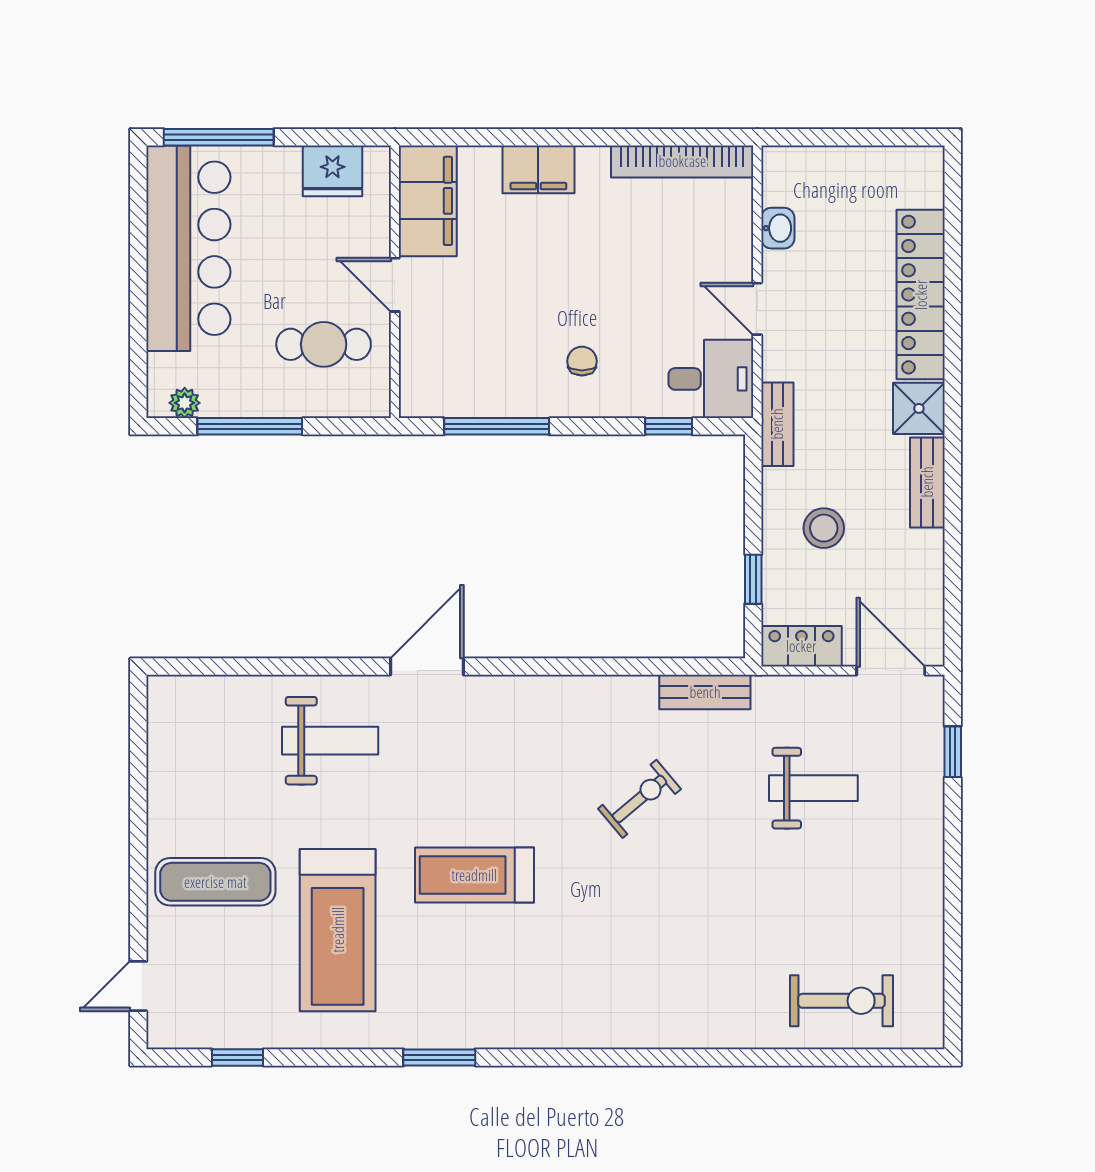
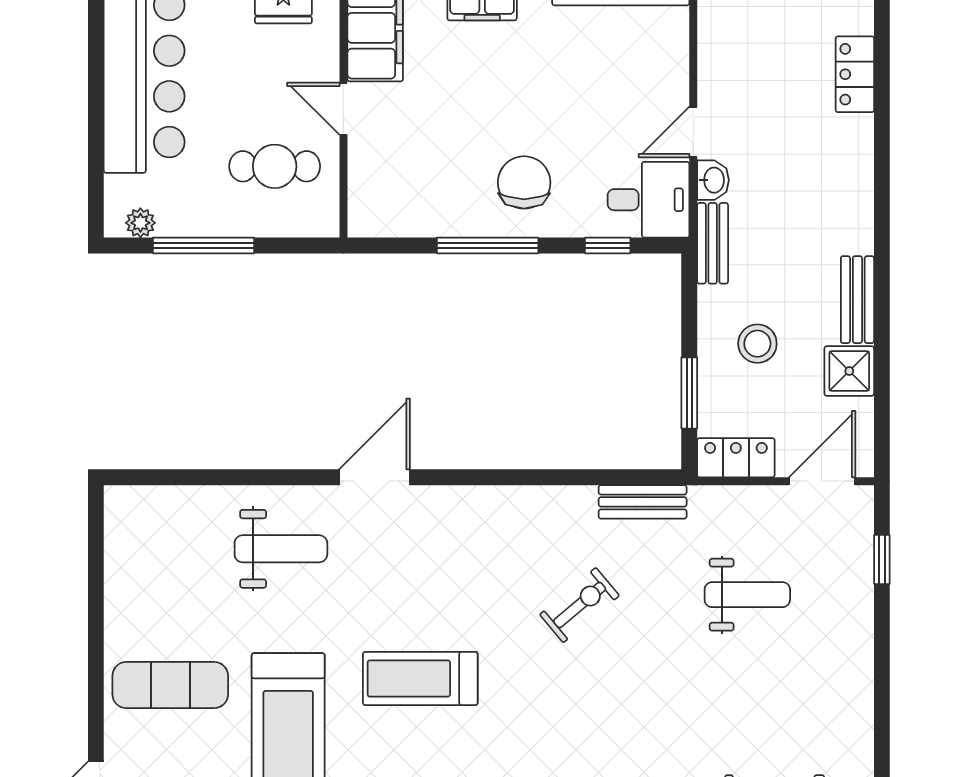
washbasin: (778, 228) -> (713, 180), moved
locker: (921, 295) -> (855, 74), width x0.46, depth x0.83
door: (757, 309) -> (693, 132), hinge flipped
chair: (582, 361) -> (524, 182), width x1.87, depth x1.87
shower: (919, 408) -> (849, 371), moved
window: (497, 426) -> (488, 245), moved
window: (753, 579) -> (689, 393), width x1.50
door: (891, 671) -> (822, 481), hinge flipped

